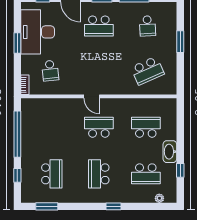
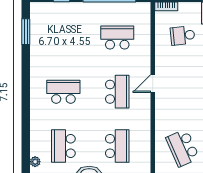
school desk: (52, 174) -> (117, 37), moved, turned 180
window: (114, 206) -> (26, 109), removed

